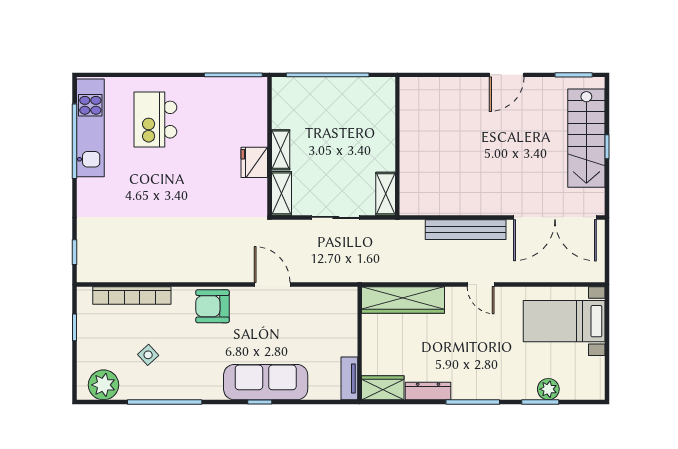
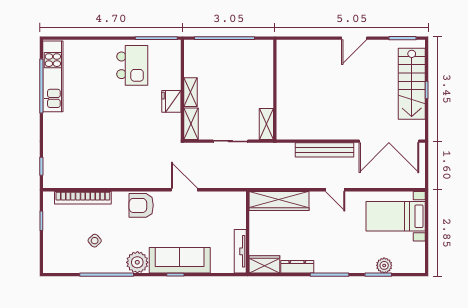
kitchen island: (155, 120) -> (132, 65), moved, turned 180
tv unit: (349, 378) -> (240, 251), width x1.41
plant: (103, 385) -> (137, 262), moved

